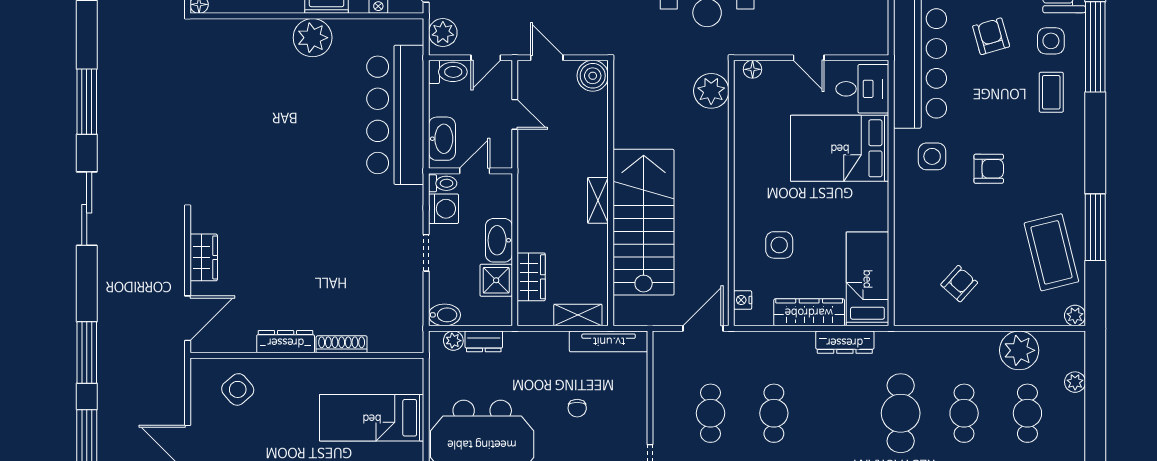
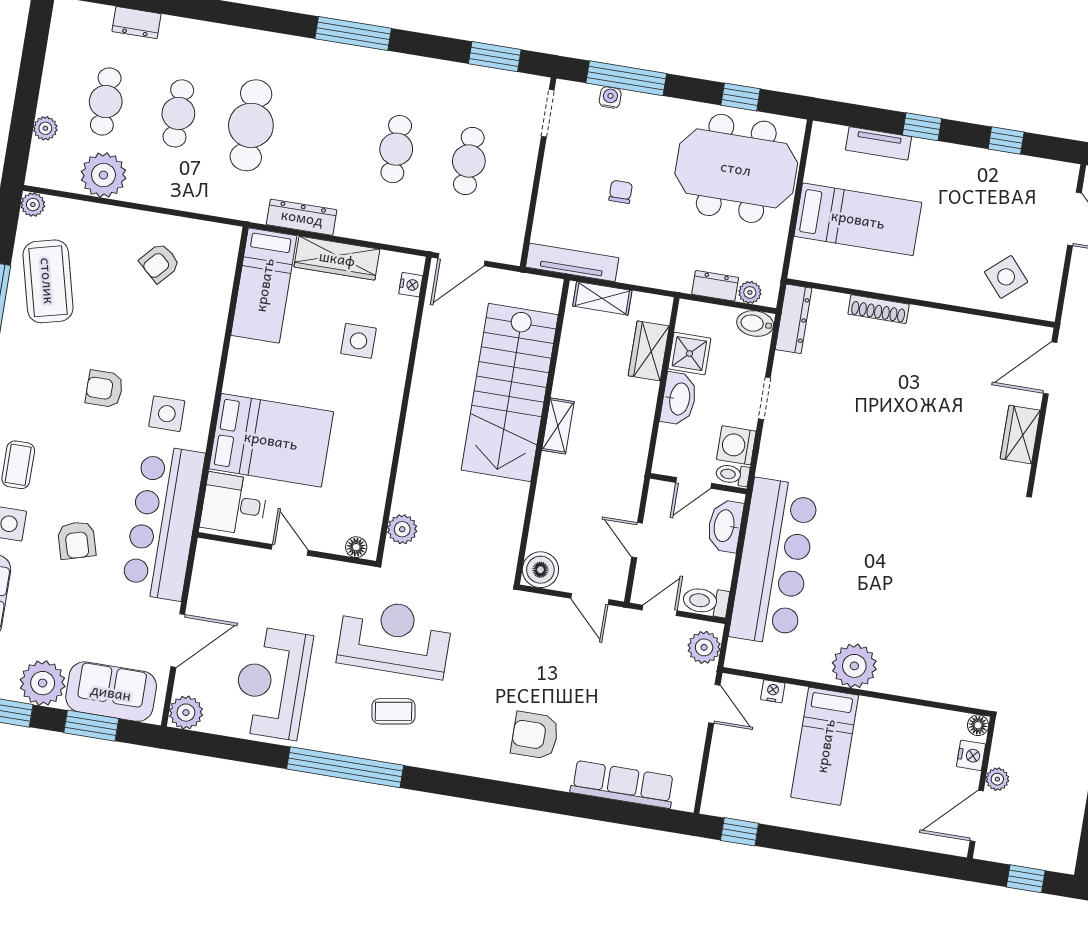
plant: (711, 91) -> (402, 529), width x0.73, depth x0.73
dresser: (286, 342) -> (794, 319), moved, turned -90

